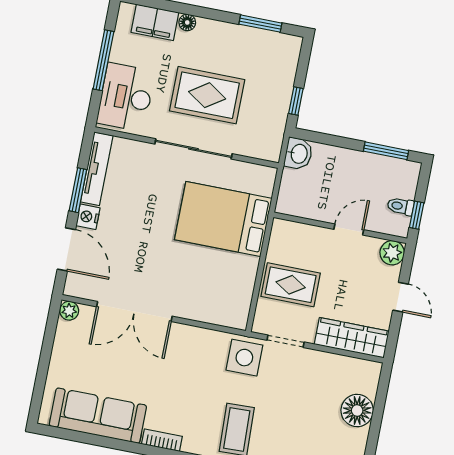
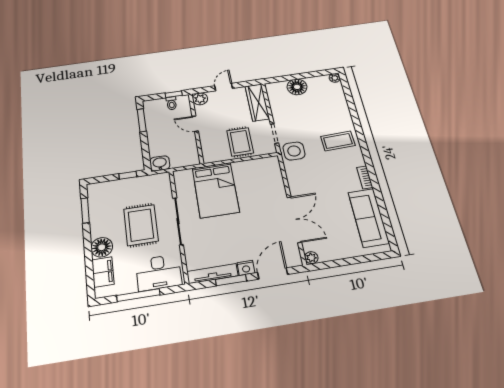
floor lamp: (187, 22) -> (102, 247), width x1.89, depth x1.89

